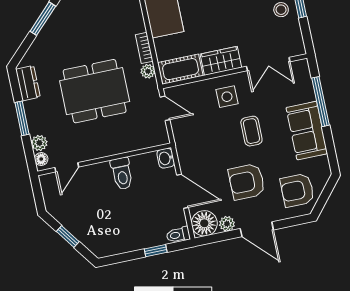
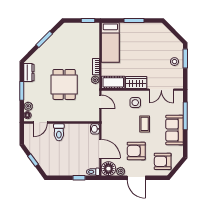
dining table: (95, 91) -> (64, 84), width x0.73
toilet: (122, 174) -> (59, 132), moved

